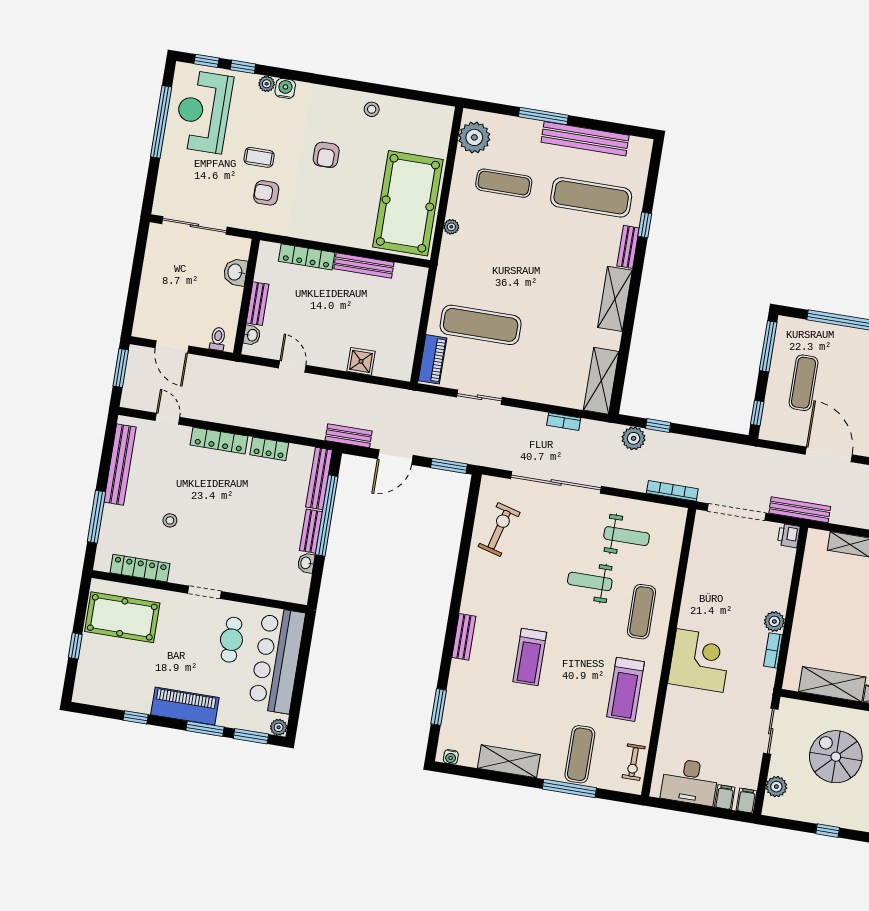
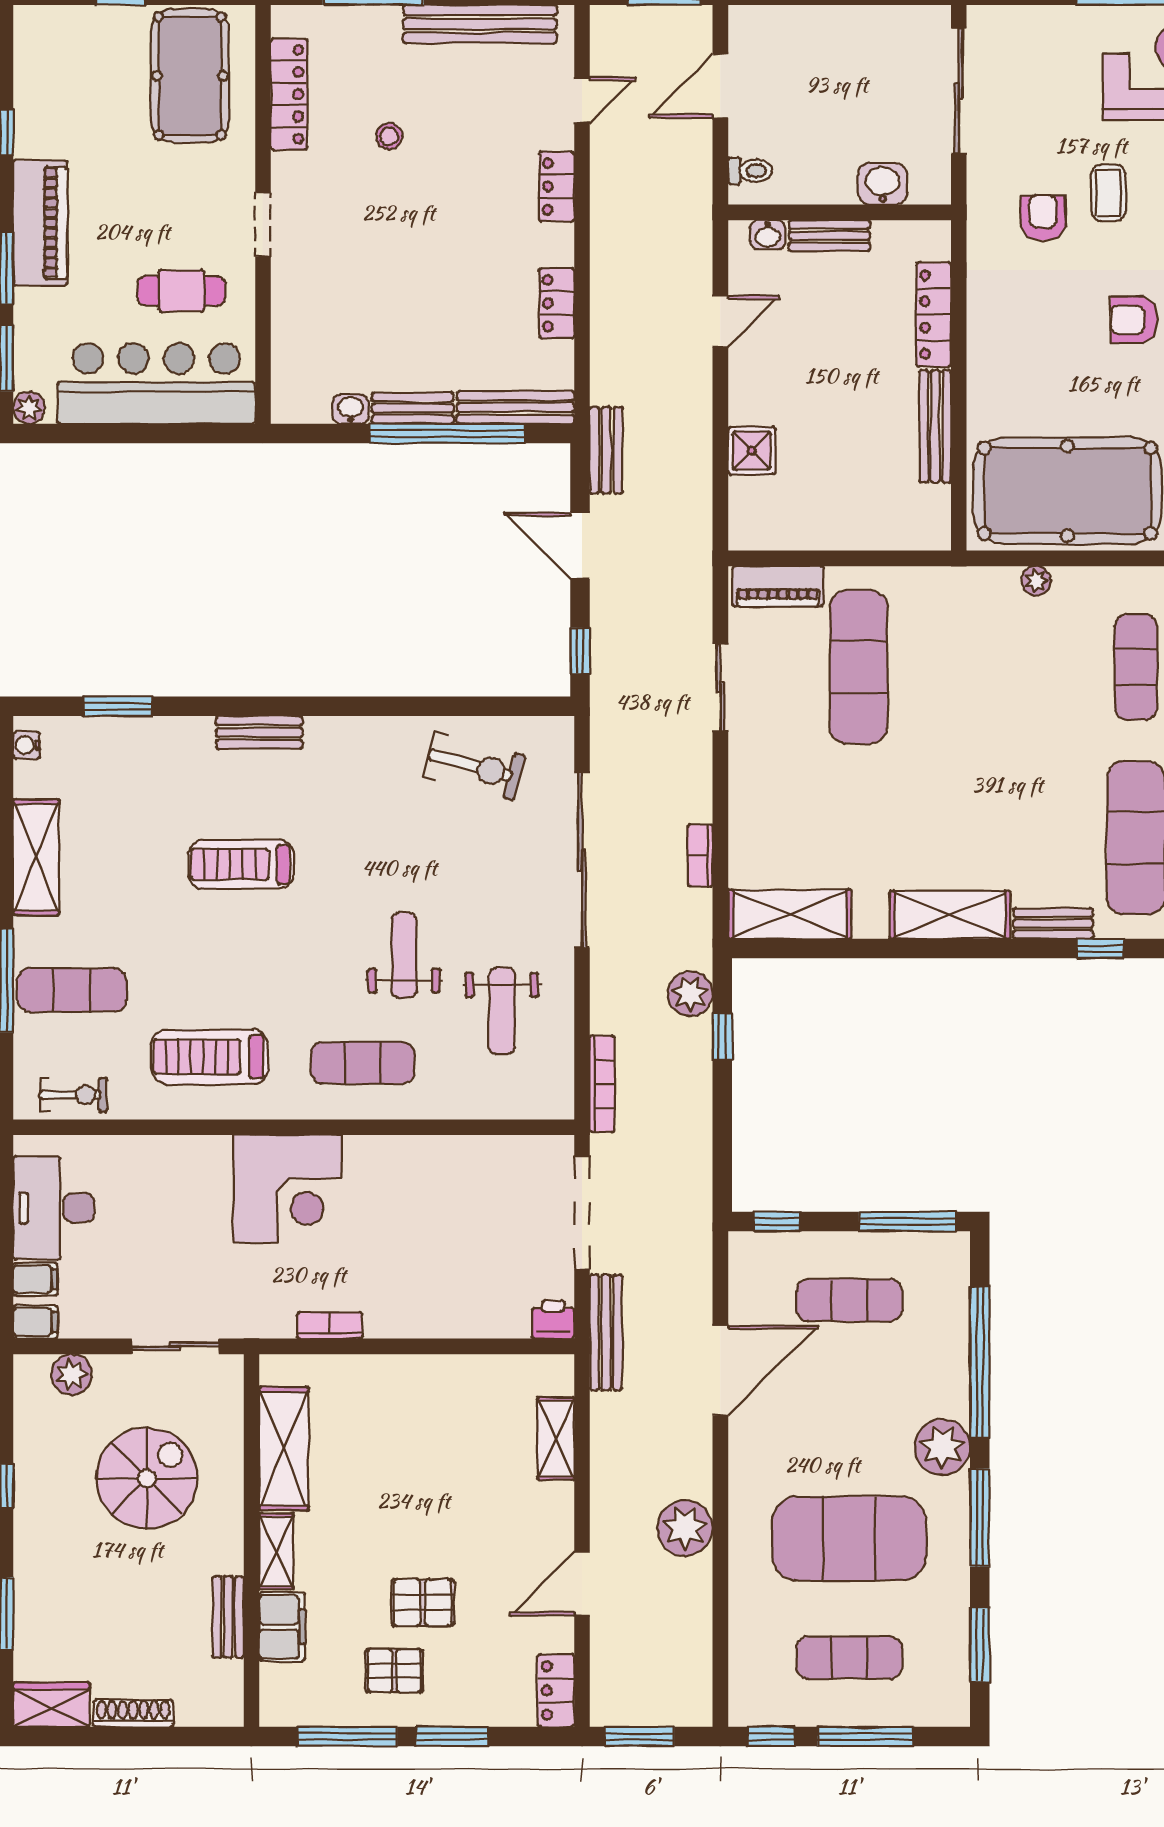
locker: (219, 441) -> (557, 187), width x0.66
window: (449, 466) -> (580, 651), width x0.67
plant: (774, 621) -> (385, 1319), removed
exercise bike: (634, 762) -> (73, 1095), turned 180

